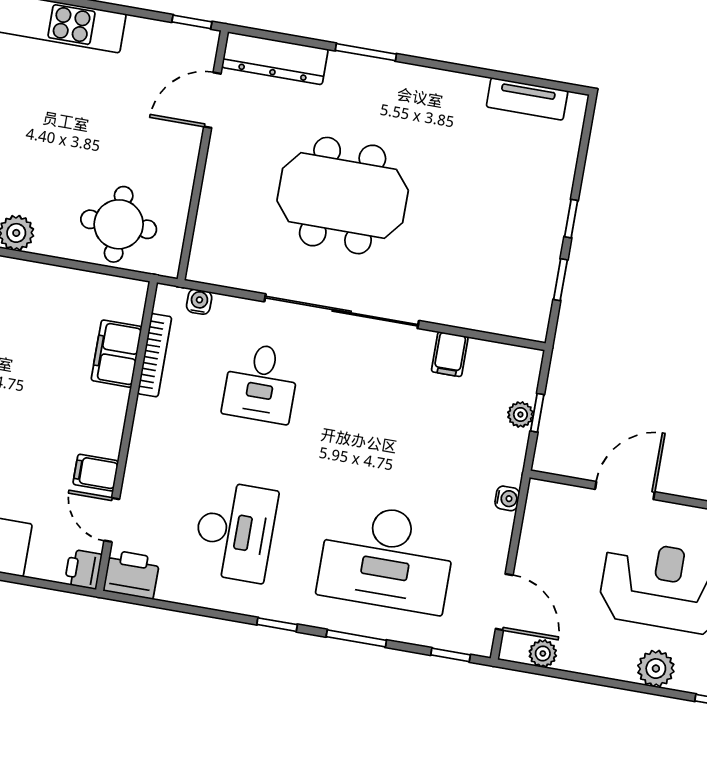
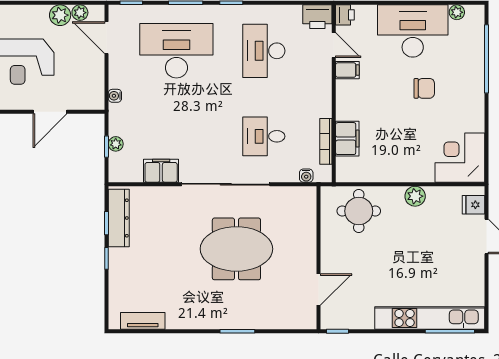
dresser: (275, 58) -> (119, 218), moved, turned 90
filing cabinet: (450, 354) -> (161, 171), width x2.00
desk: (261, 383) -> (264, 136), turned -90
plant: (656, 669) -> (60, 15), moved

